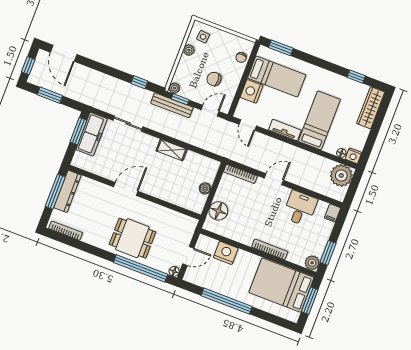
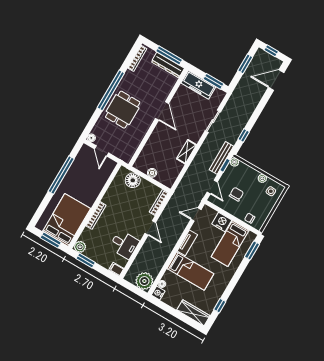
freezer: (92, 134) -> (198, 85), moved
nightstand: (226, 253) -> (99, 181), removed
window: (141, 268) -> (111, 90), moved

